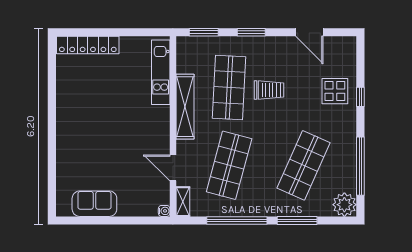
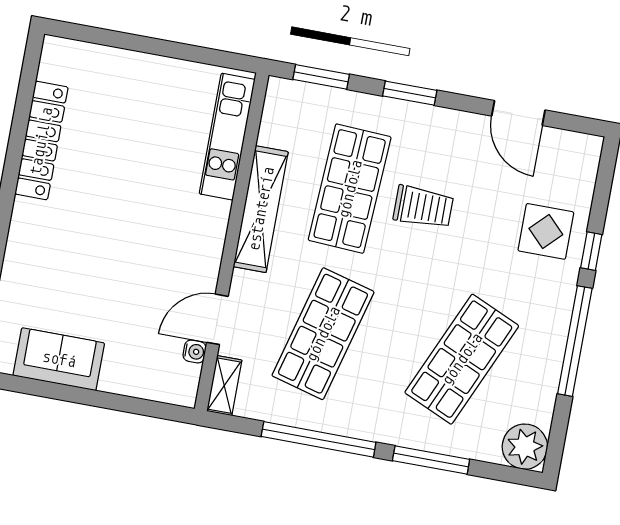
locker: (88, 45) -> (41, 141), moved, turned -90
window: (360, 166) -> (575, 341), moved
door: (173, 168) -> (217, 319), hinge flipped
water cooler: (164, 211) -> (194, 352), moved

